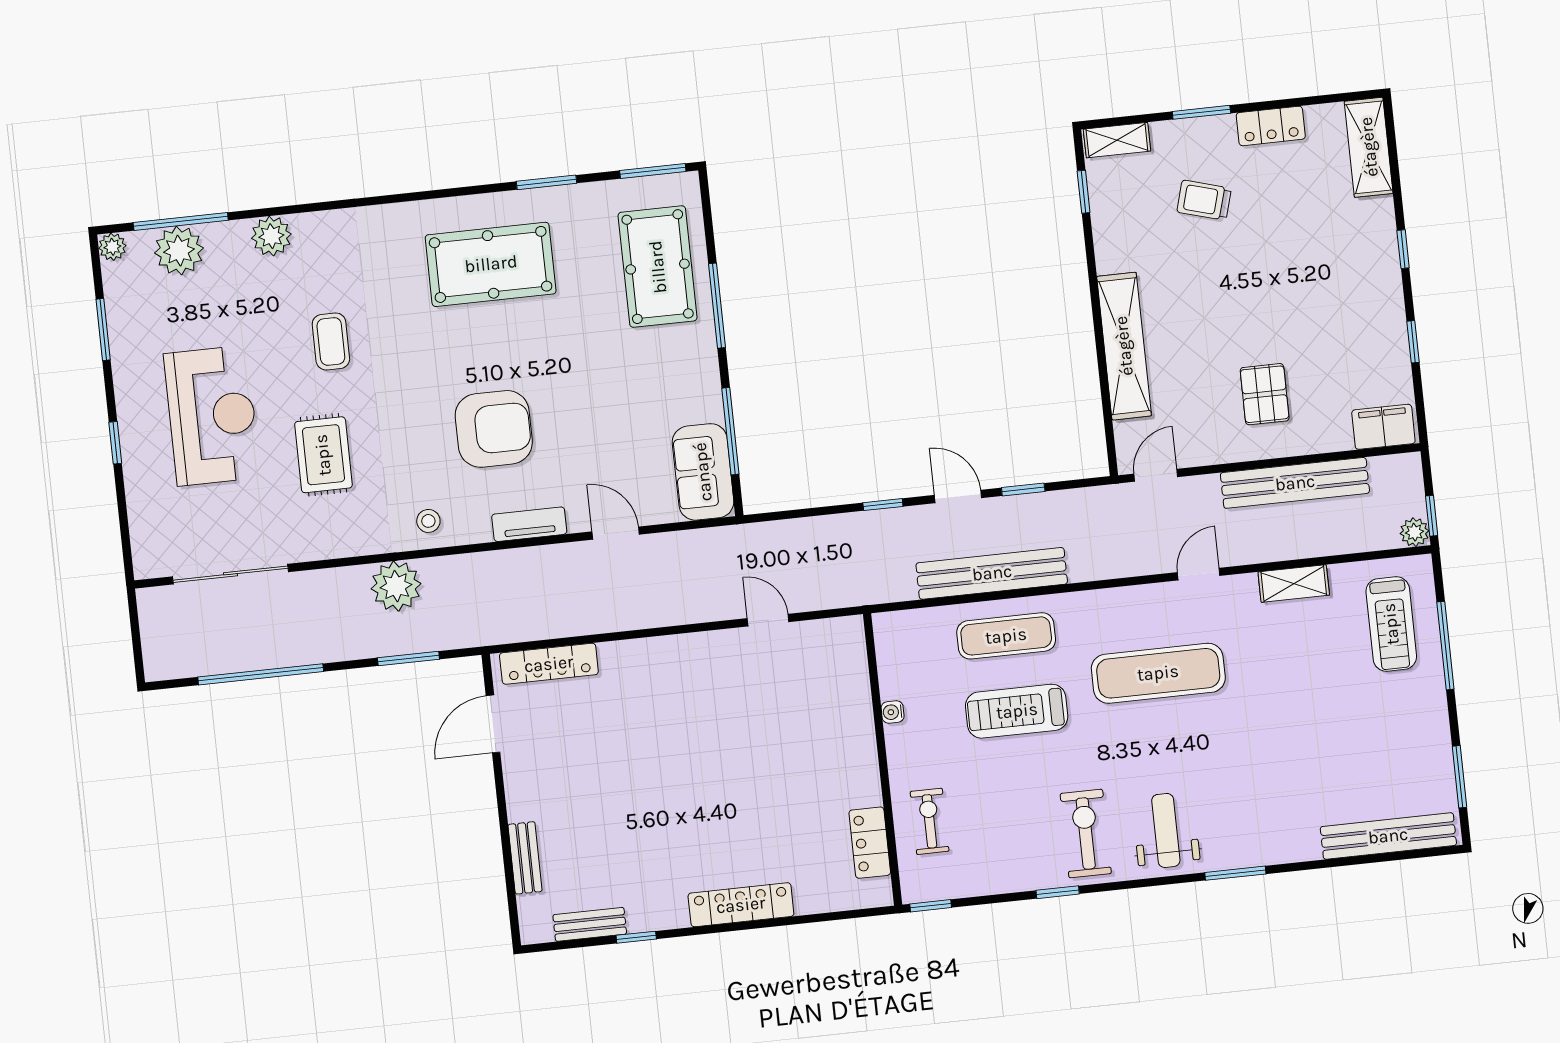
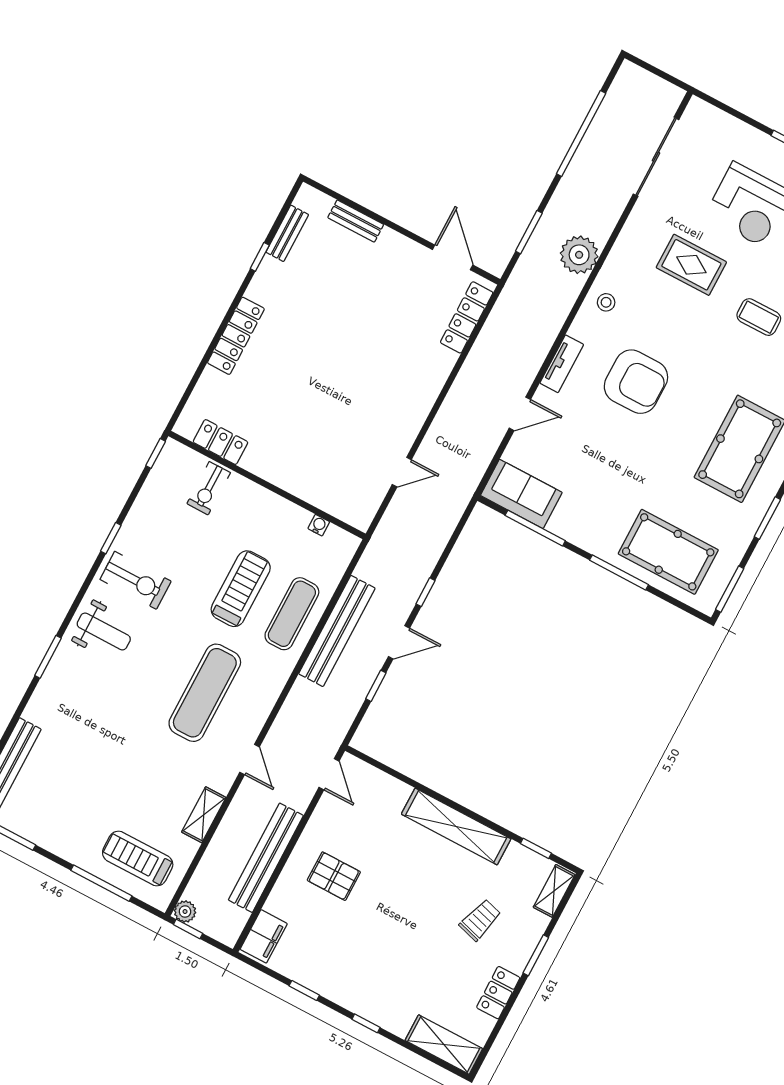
shelving: (1124, 346) -> (456, 826), moved
armchair: (494, 429) -> (636, 382), turned -90
water cooler: (893, 712) -> (319, 525), moved
exercise bike: (930, 821) -> (209, 488), turned 90

